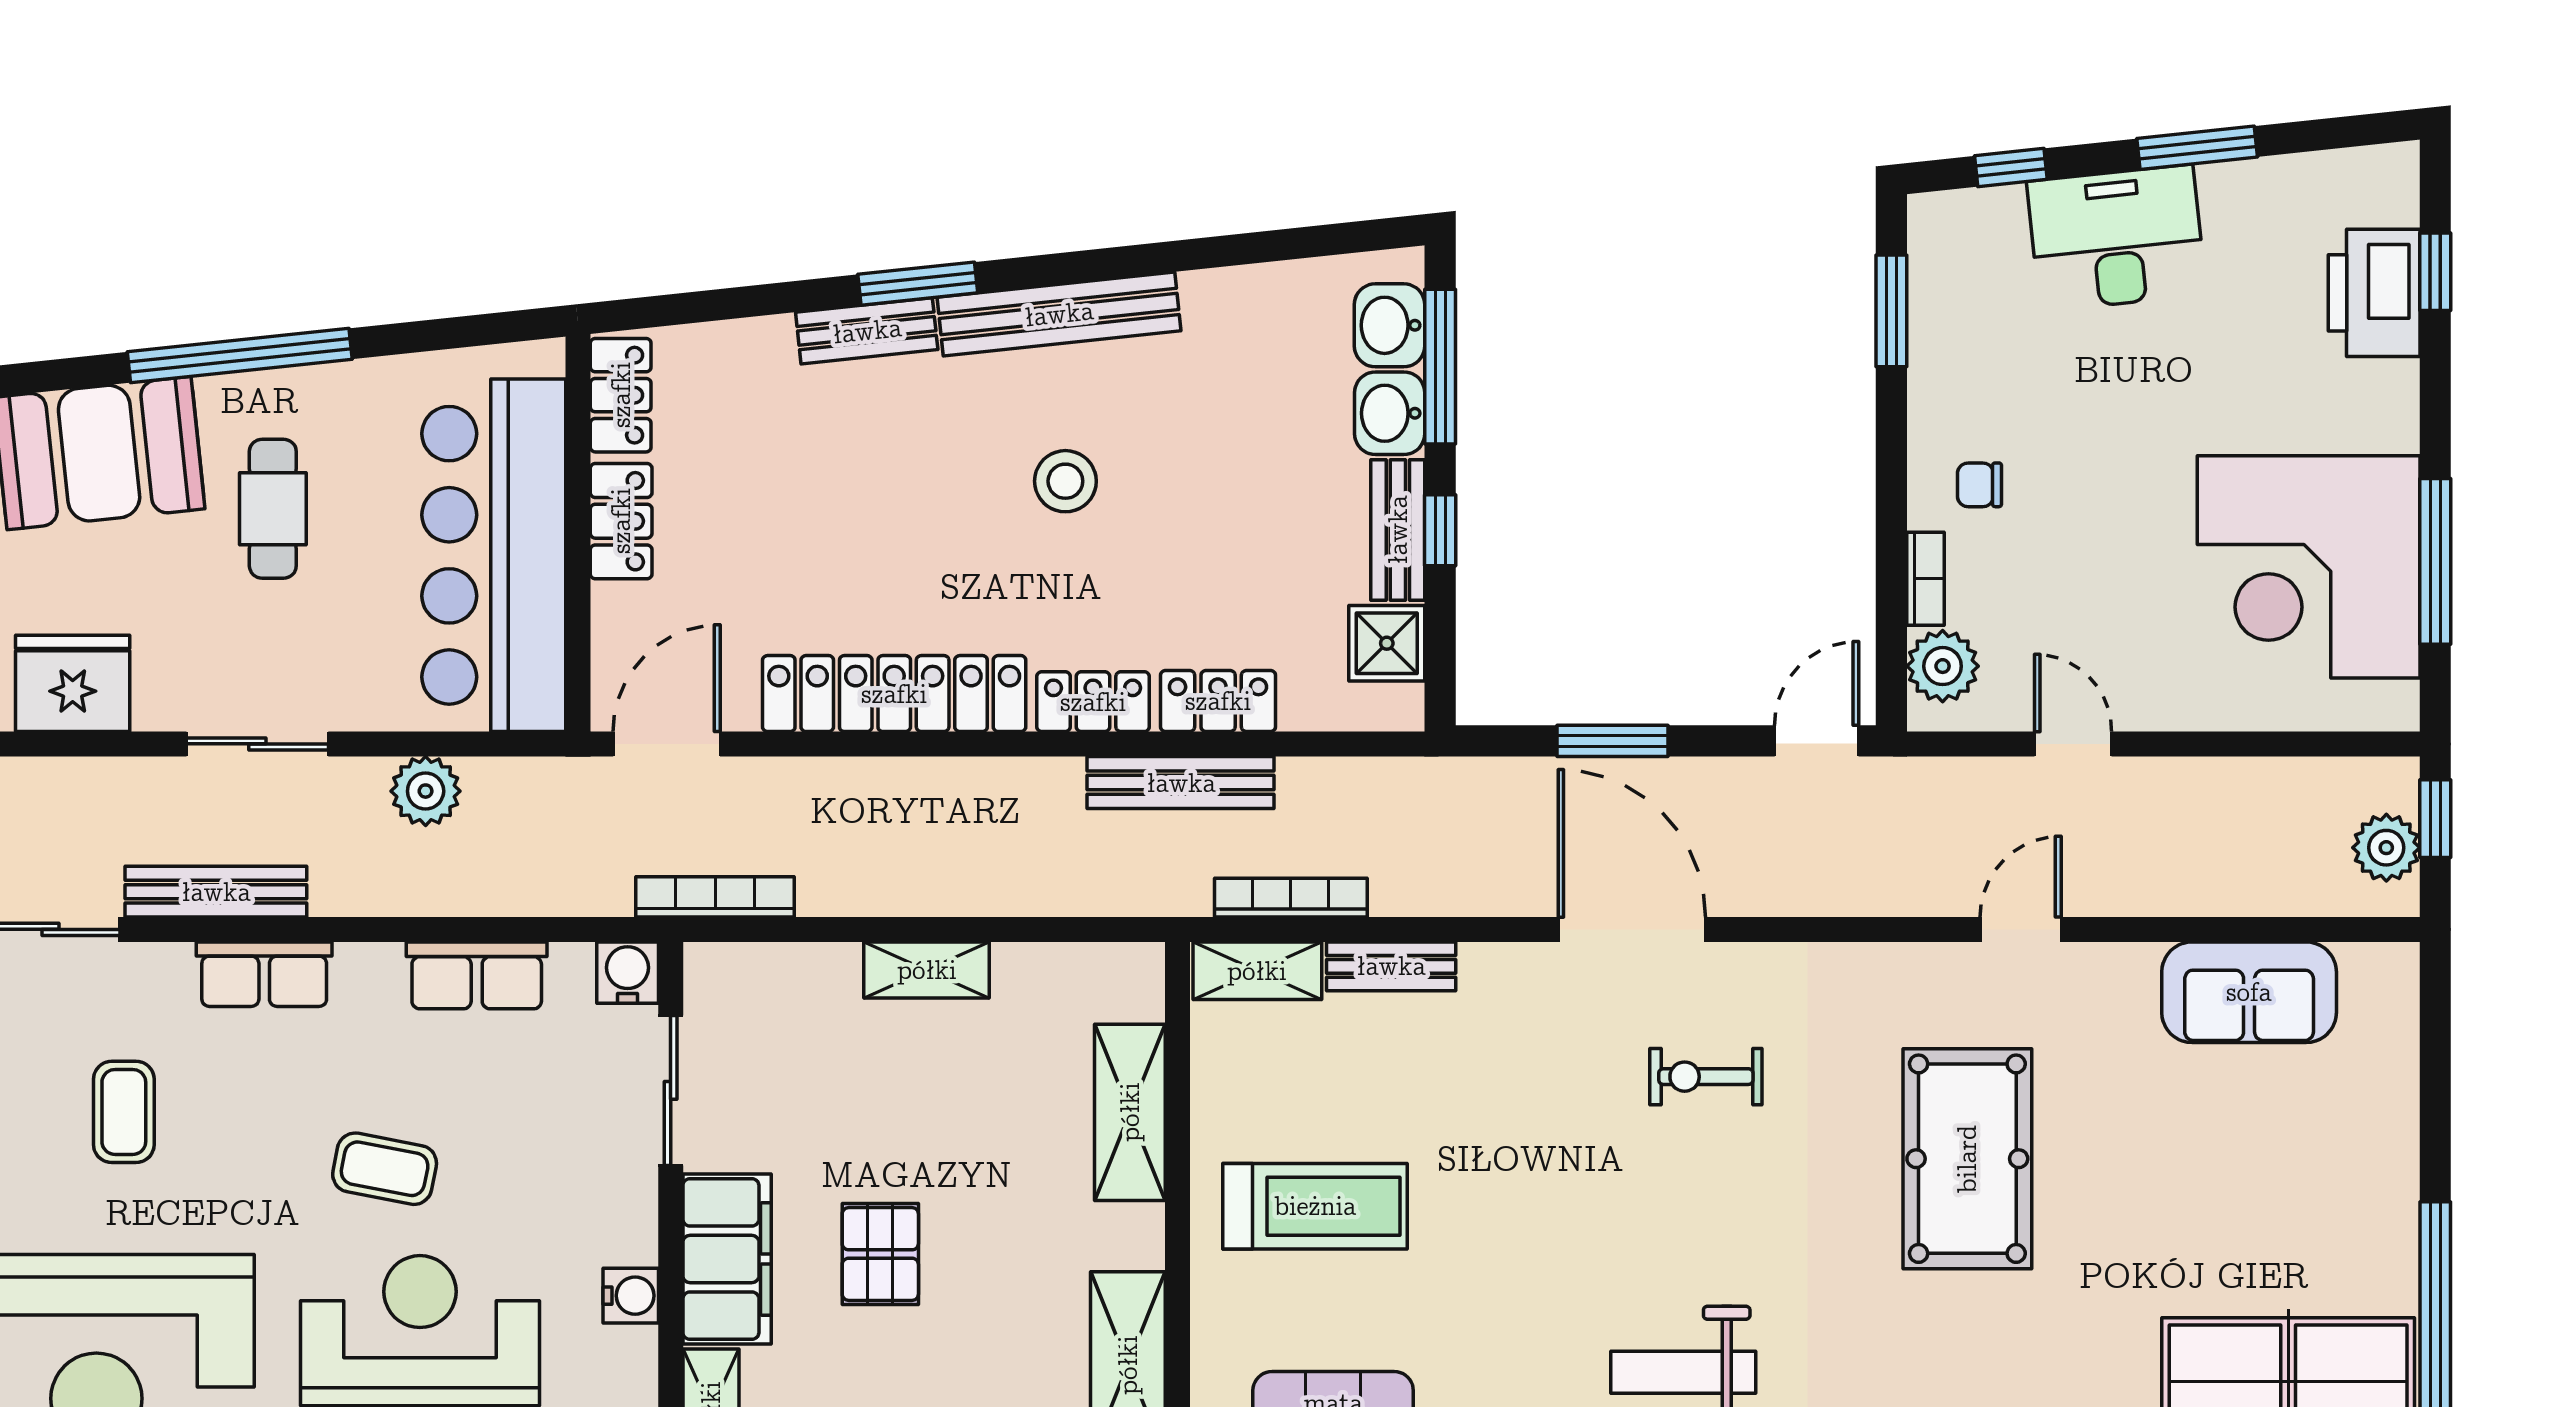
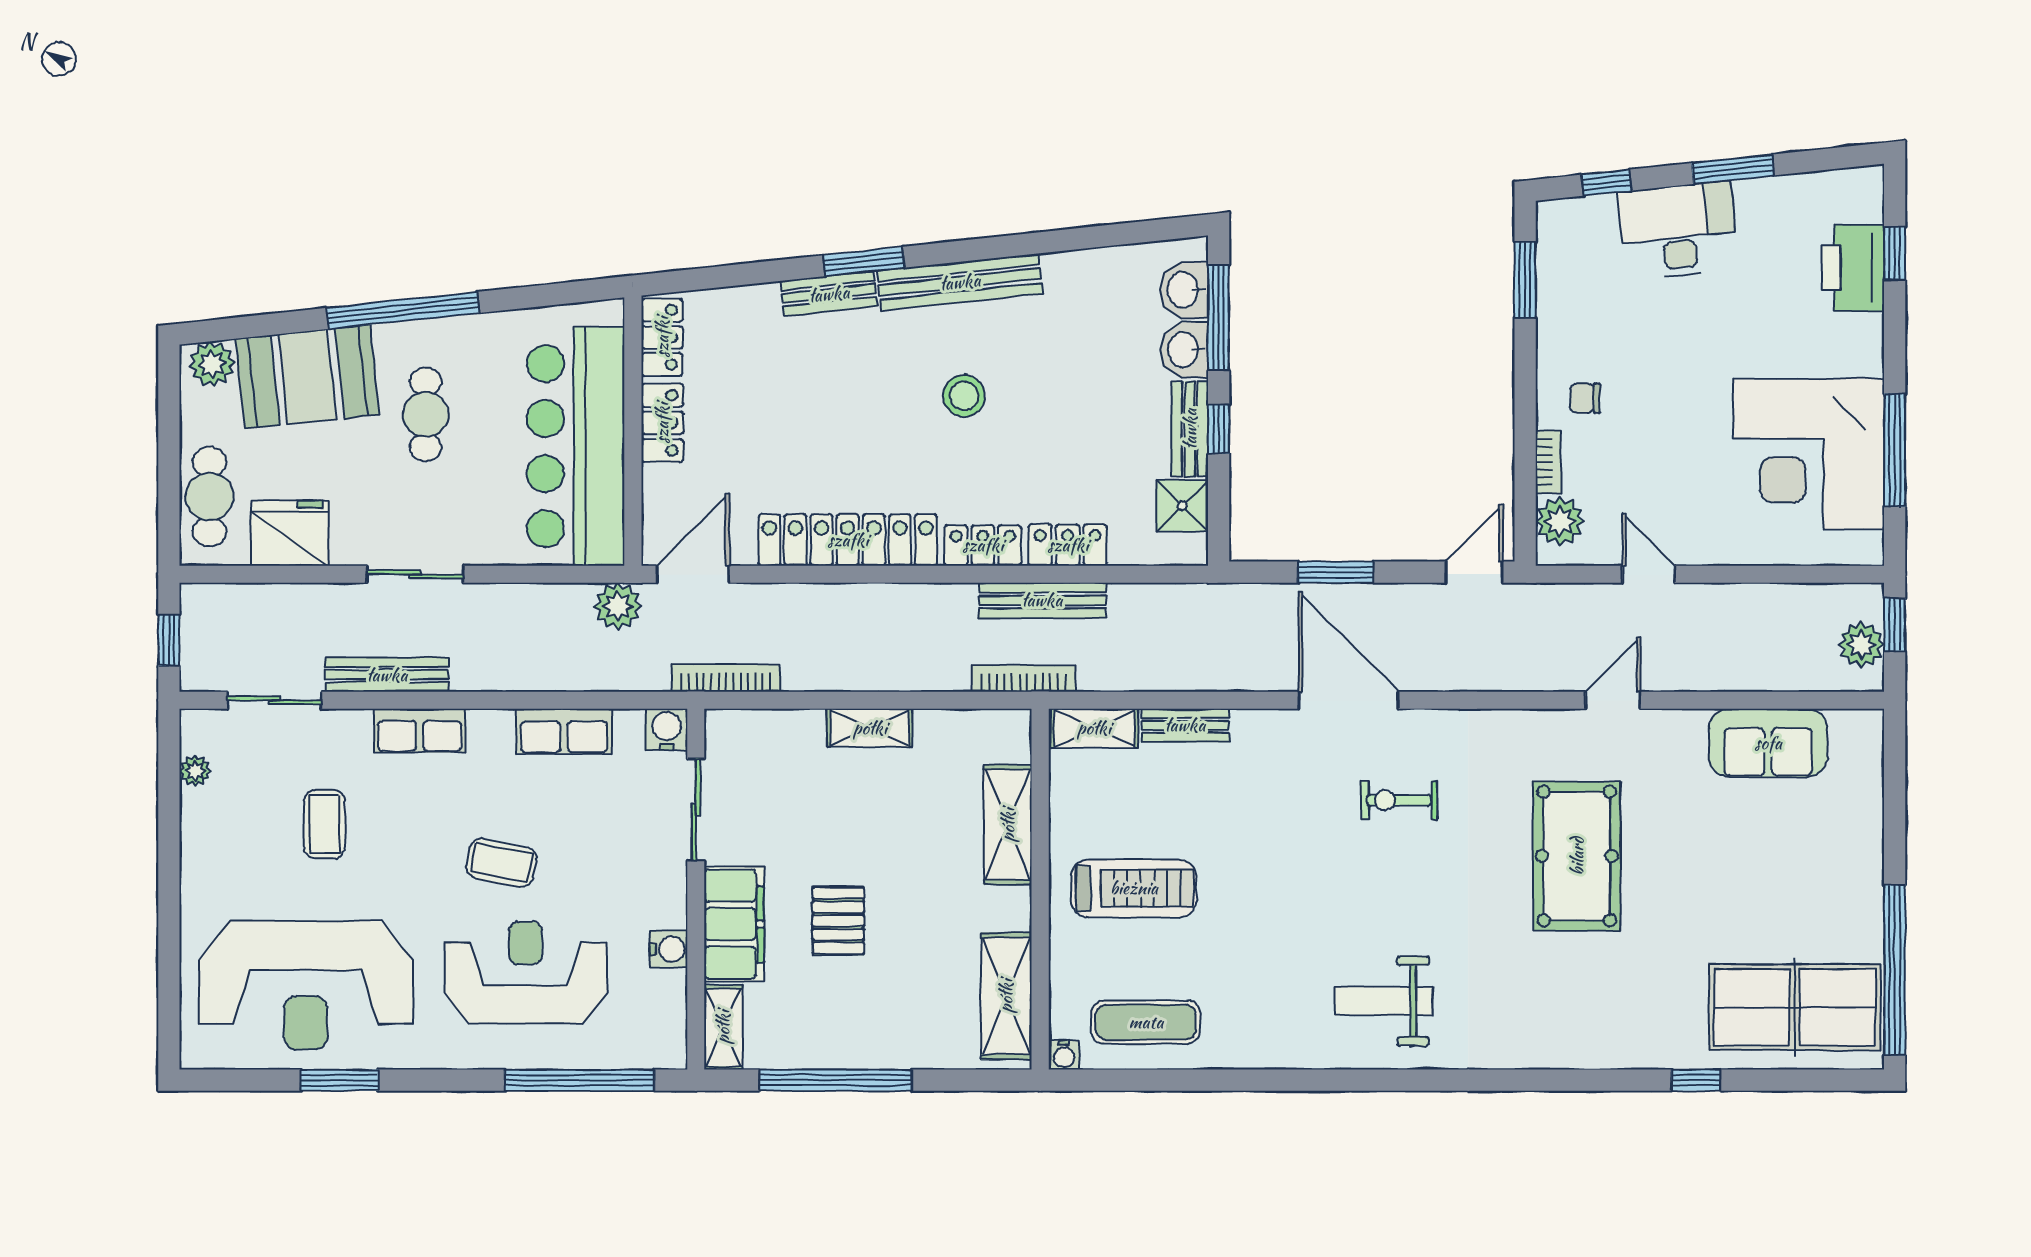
plant: (426, 791) -> (618, 606), moved
bookcase: (1291, 898) -> (1024, 679), moved

